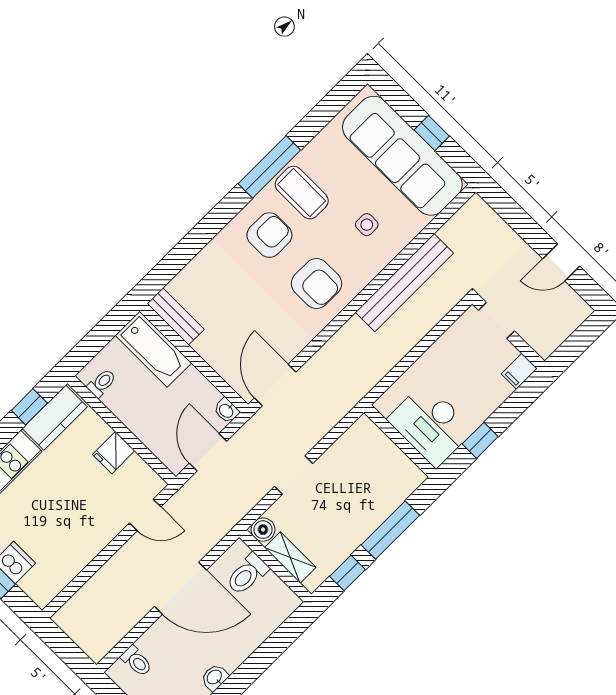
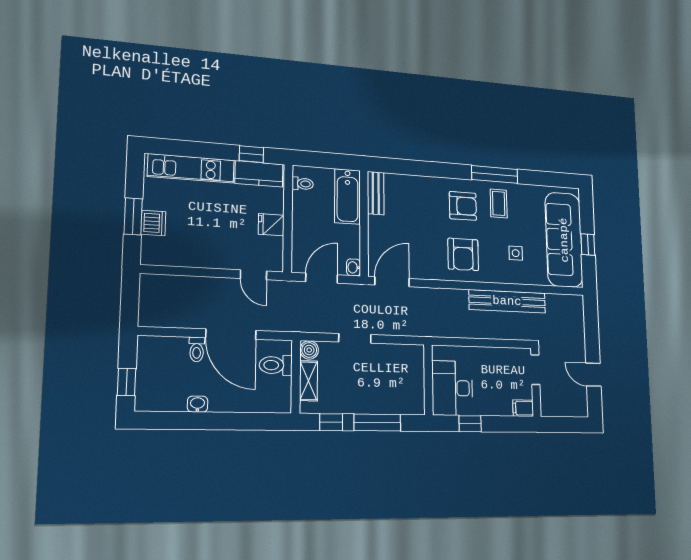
coffee table: (302, 193) -> (499, 203), width x0.73, depth x0.77
toilet: (136, 661) -> (197, 349), moved

